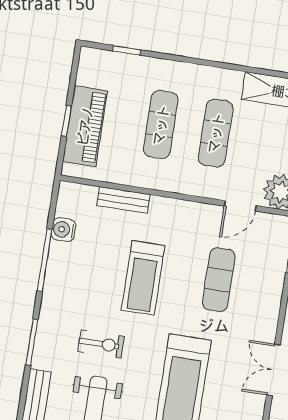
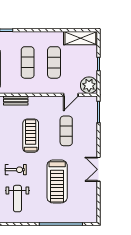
treadmill: (143, 278) -> (31, 136), turned 180

